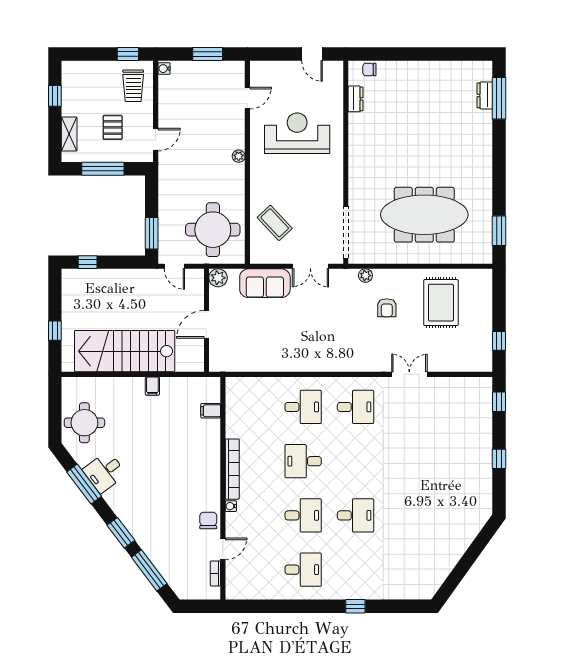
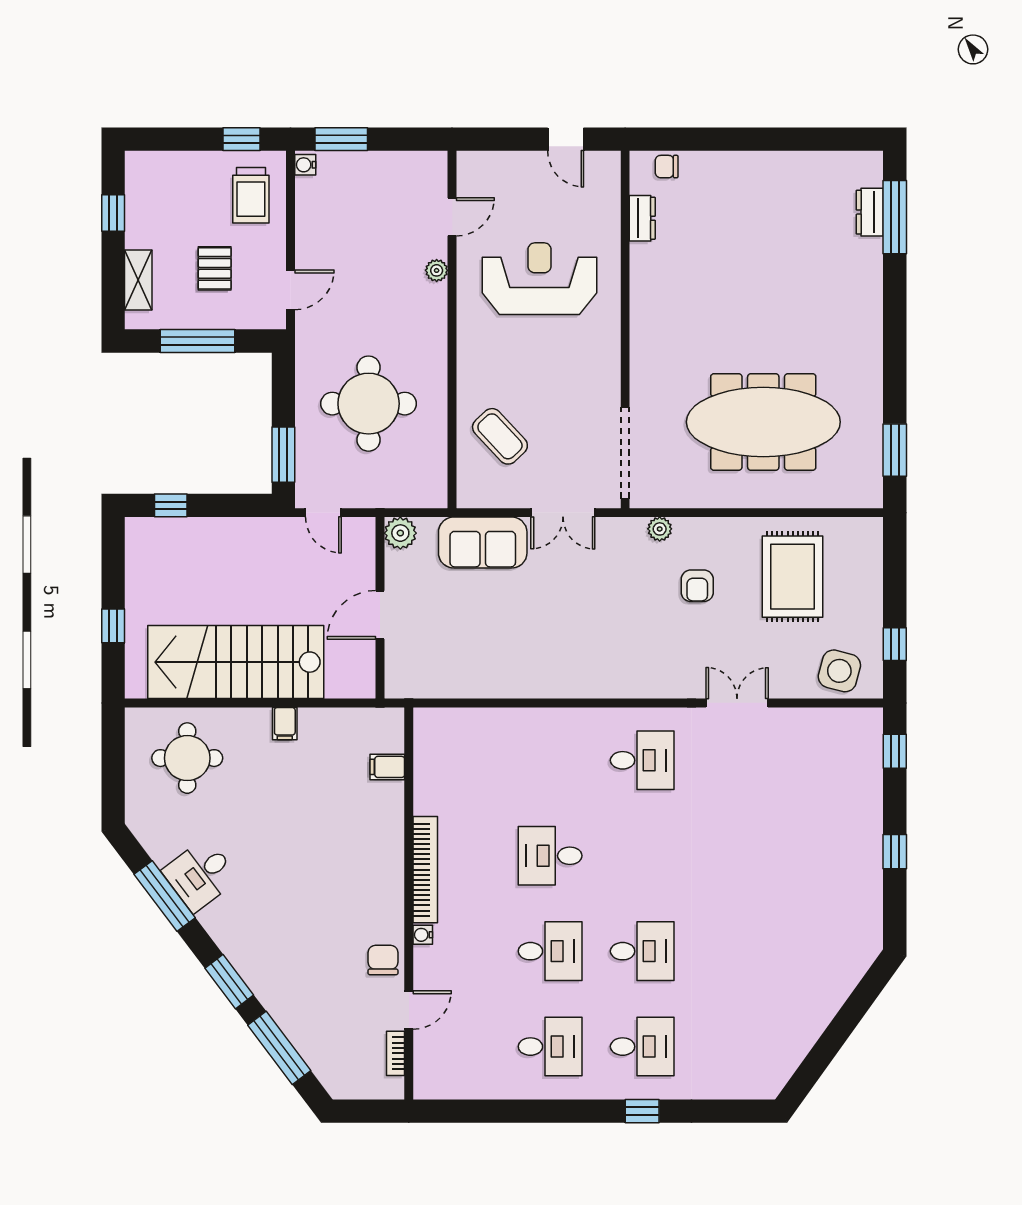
window: (208, 54) -> (341, 139), moved
plant: (239, 156) -> (437, 270), moved
round table: (213, 230) -> (369, 404), moved
side table: (468, 356) -> (839, 671), added
desk: (303, 407) -> (642, 1047), moved
round table: (84, 423) -> (187, 758), moved

